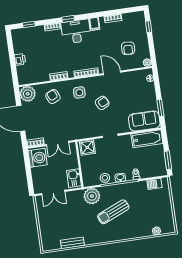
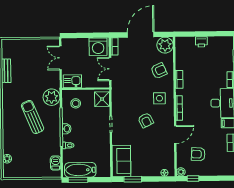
window: (149, 27) -> (193, 179), moved
bathtub: (147, 139) -> (80, 170), moved, turned 90
stool: (105, 178) -> (76, 103), moved

